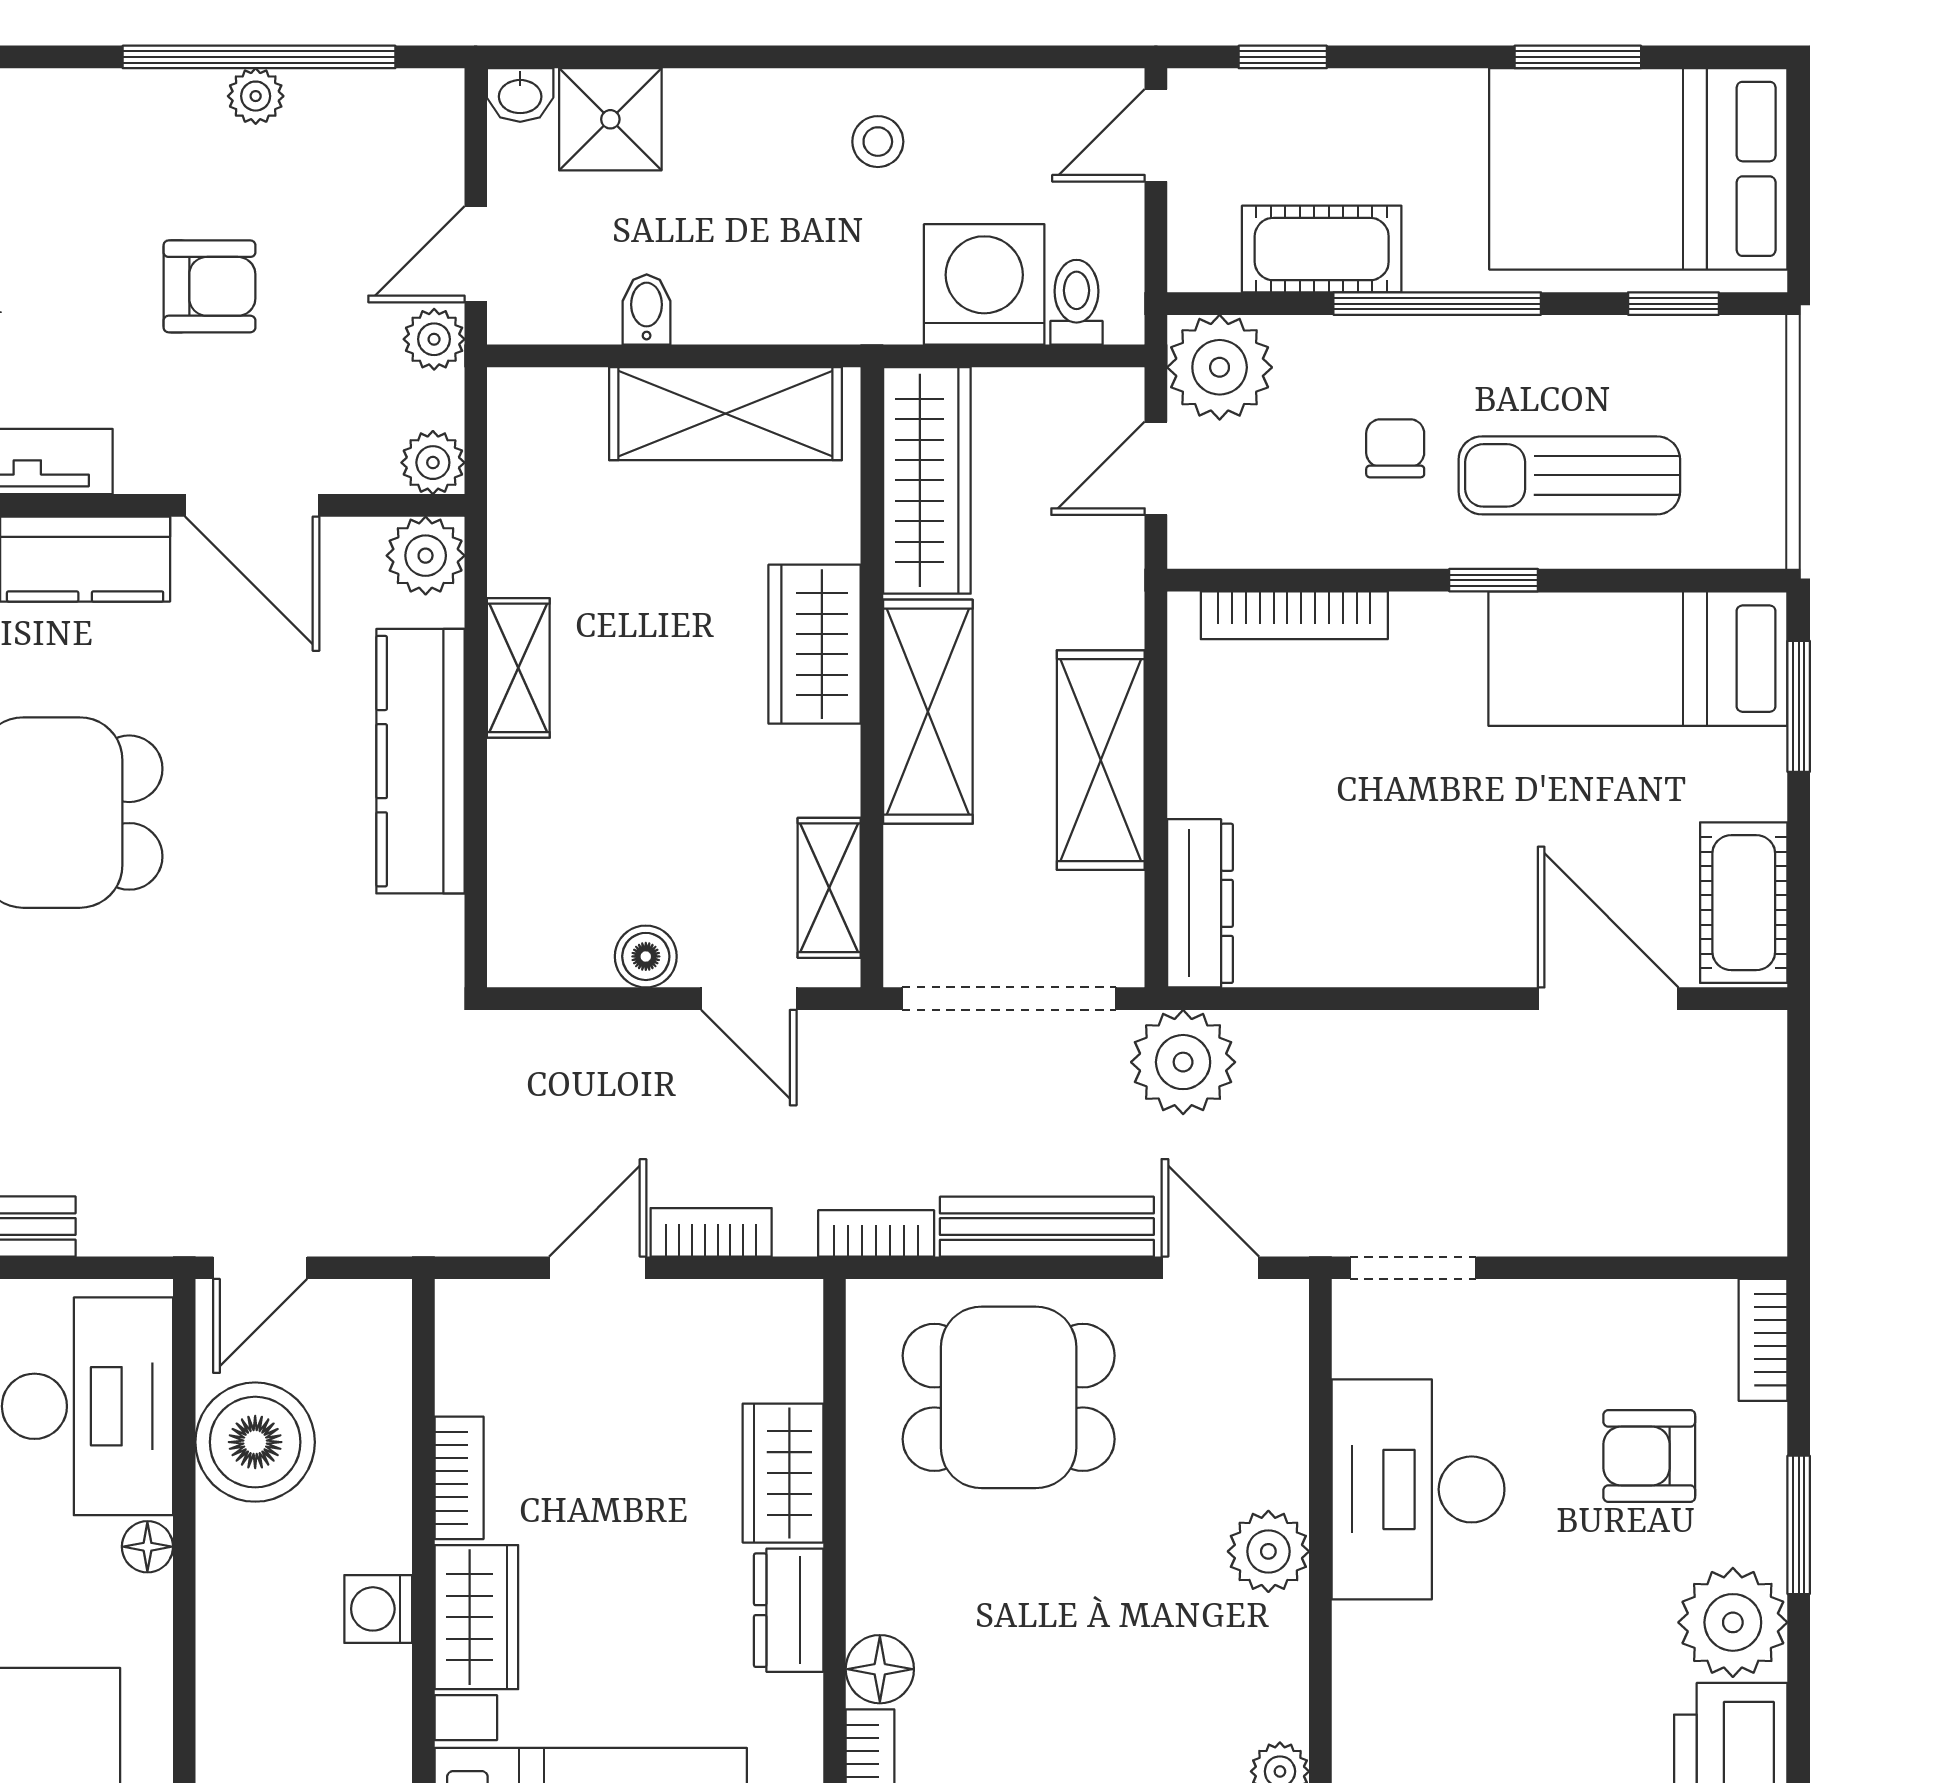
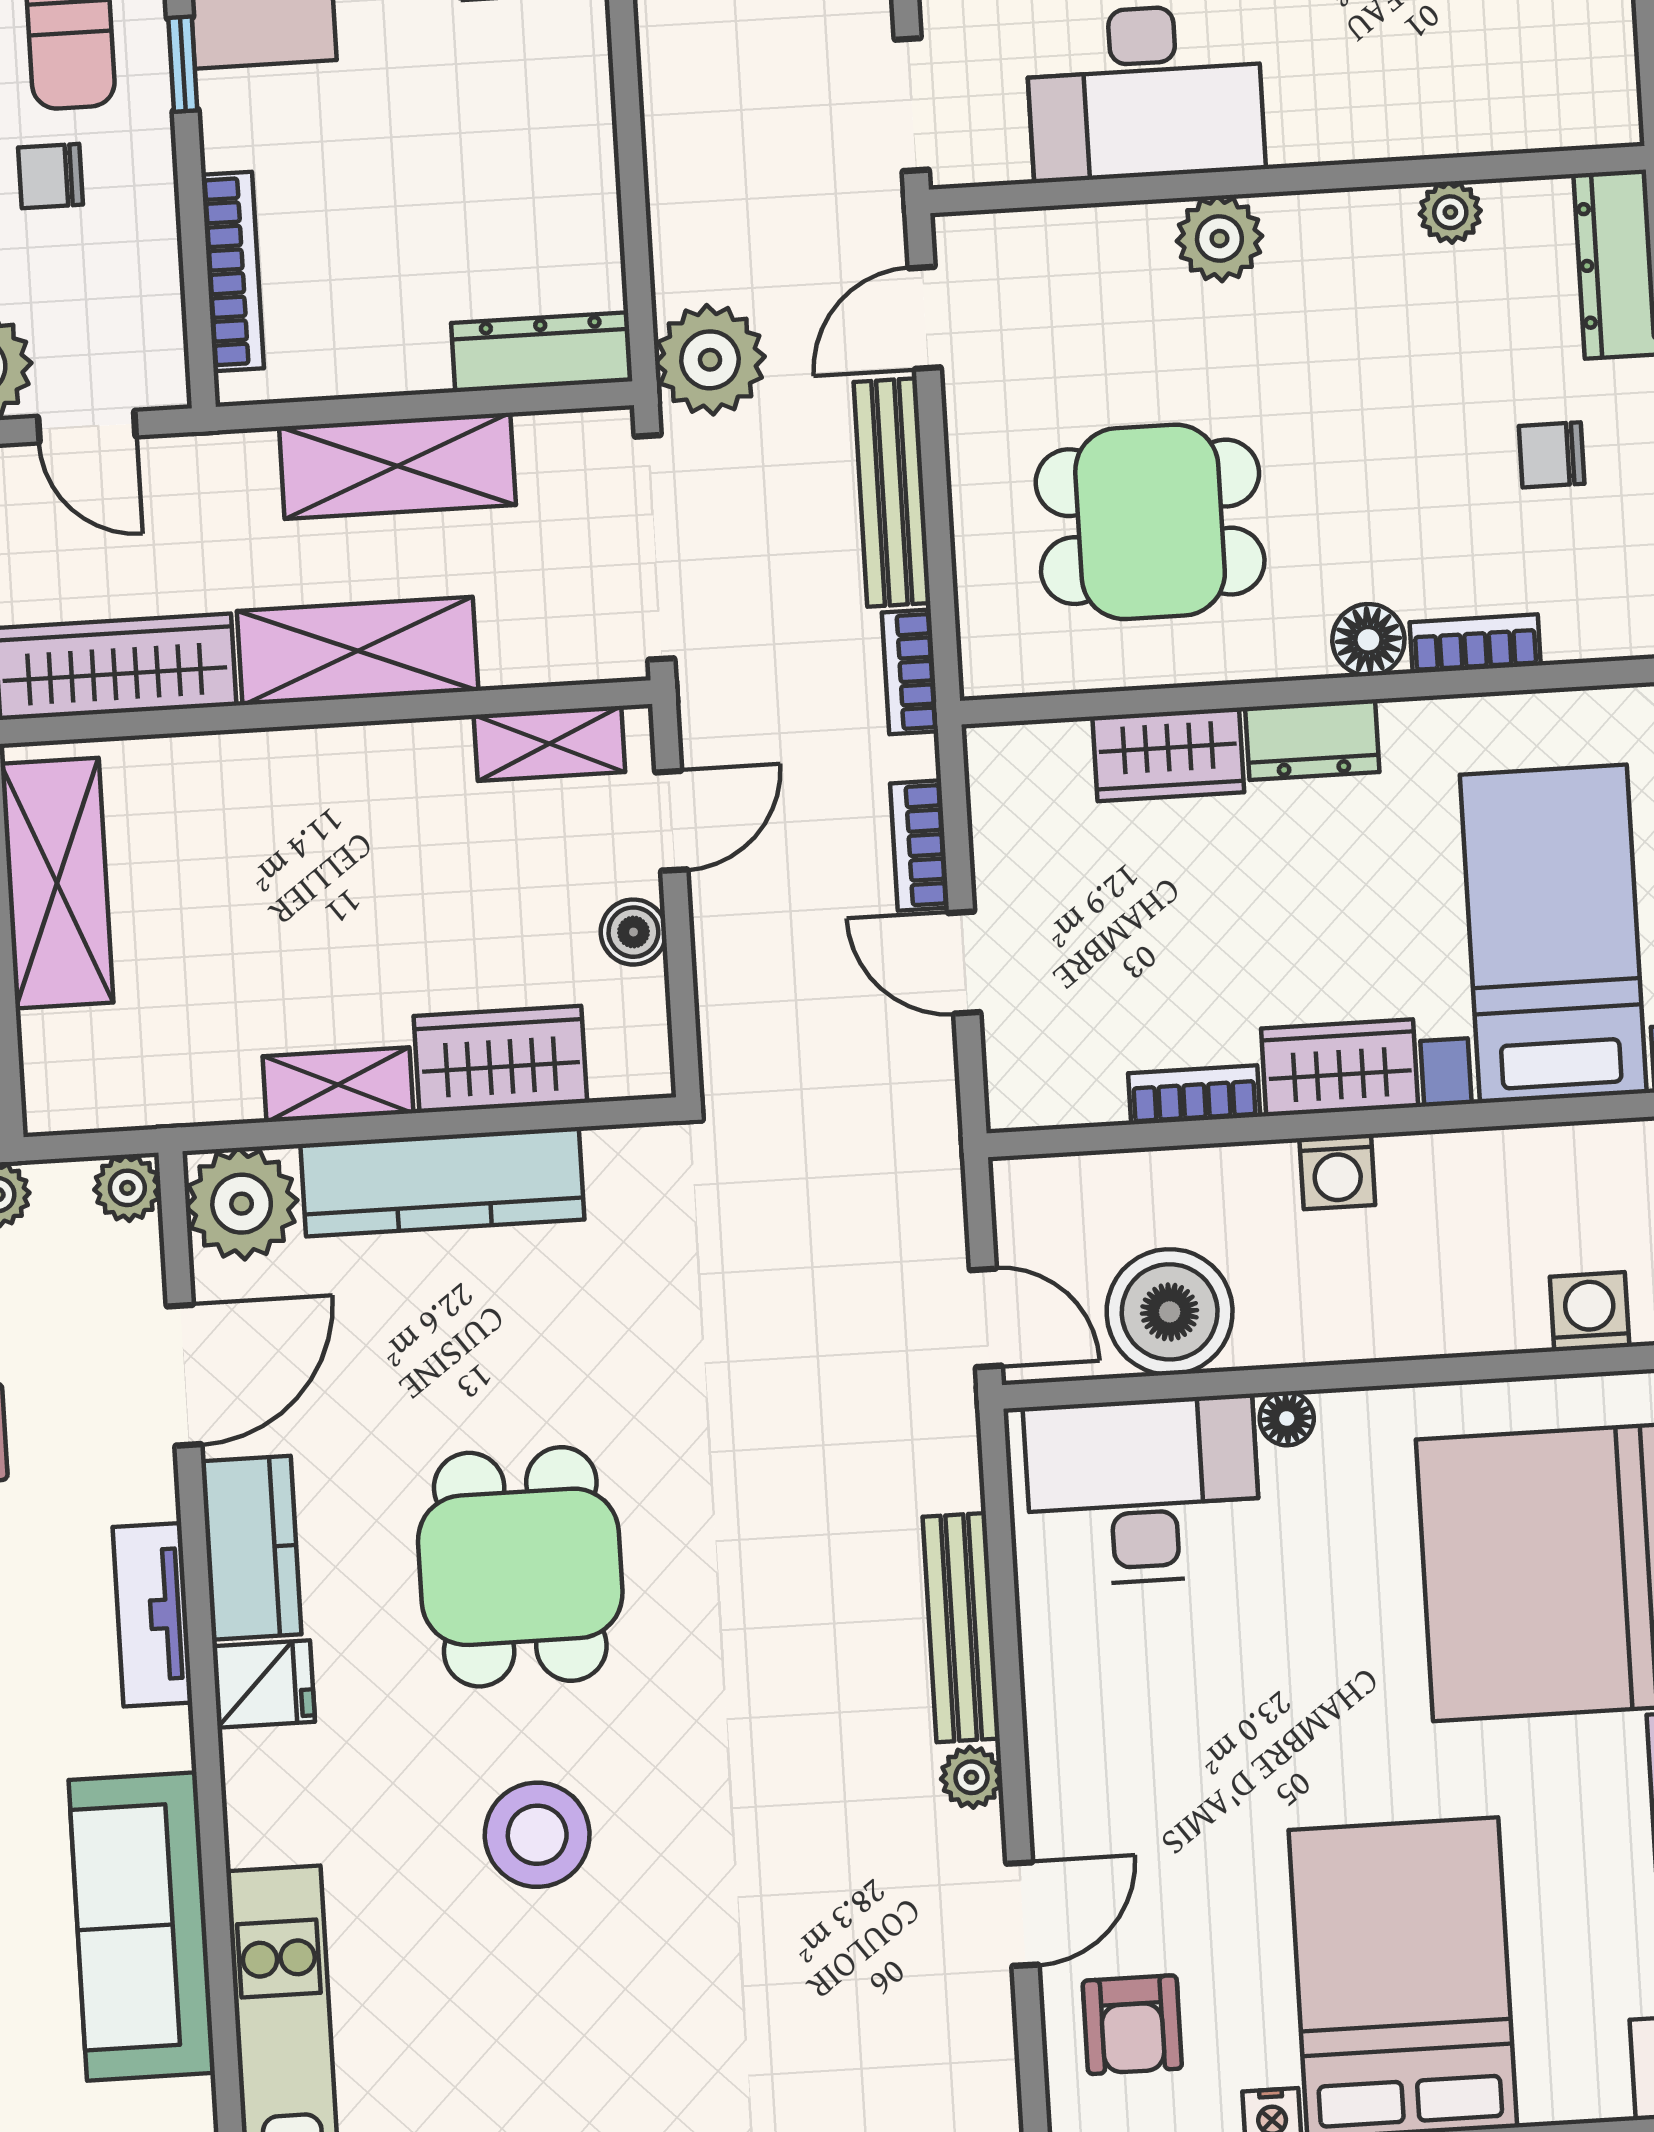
plant: (426, 556) -> (242, 1204), width x1.36, depth x1.36
wardrobe: (815, 644) -> (500, 1059), moved, turned 180
dining table: (1009, 1397) -> (1150, 522), moved, turned 90

